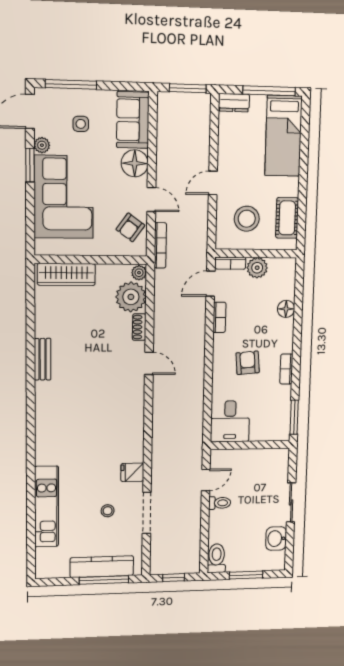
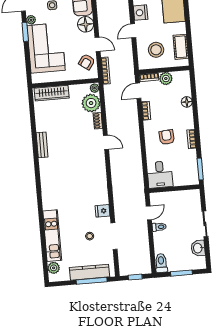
nightstand: (228, 153) -> (141, 13), added
plant: (44, 557) -> (54, 268), added

